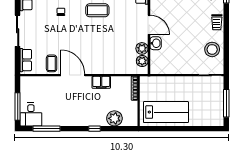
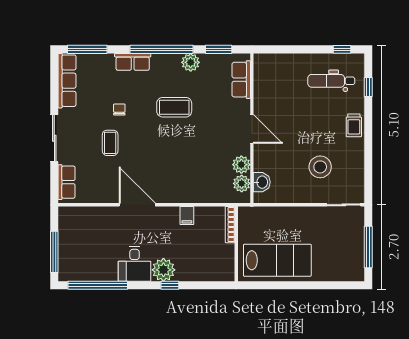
washbasin: (156, 43) -> (262, 182), moved
stool: (212, 49) -> (320, 167), moved
coffee table: (52, 63) -> (110, 143), moved
filing cabinet: (101, 82) -> (187, 216), width x0.50
desk: (31, 114) -> (135, 264), moved
plant: (114, 118) -> (163, 270), moved
window: (47, 129) -> (98, 285), width x1.46

